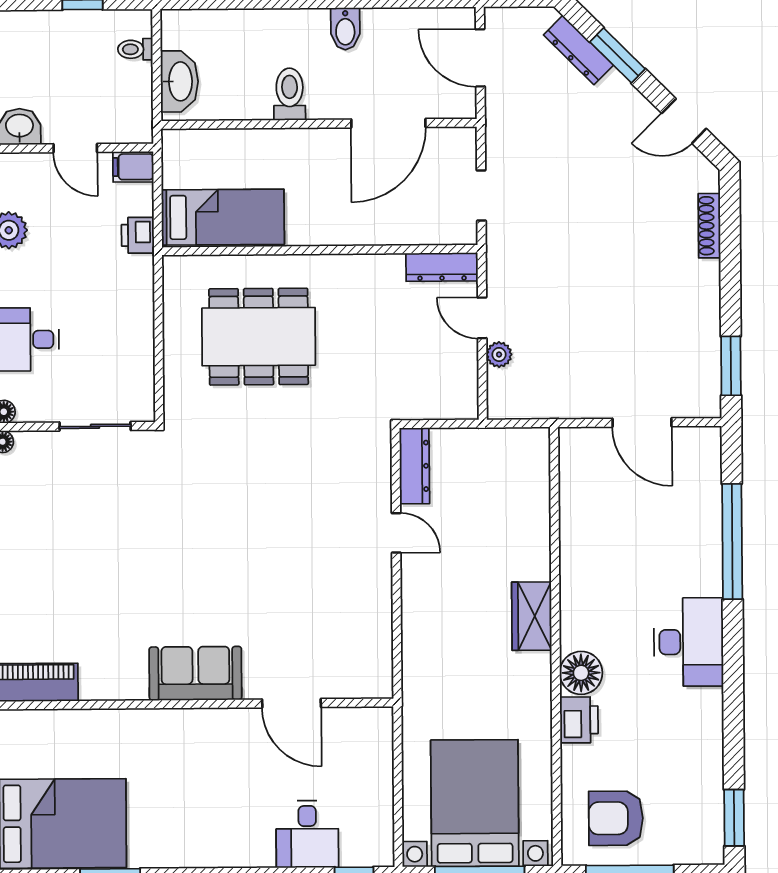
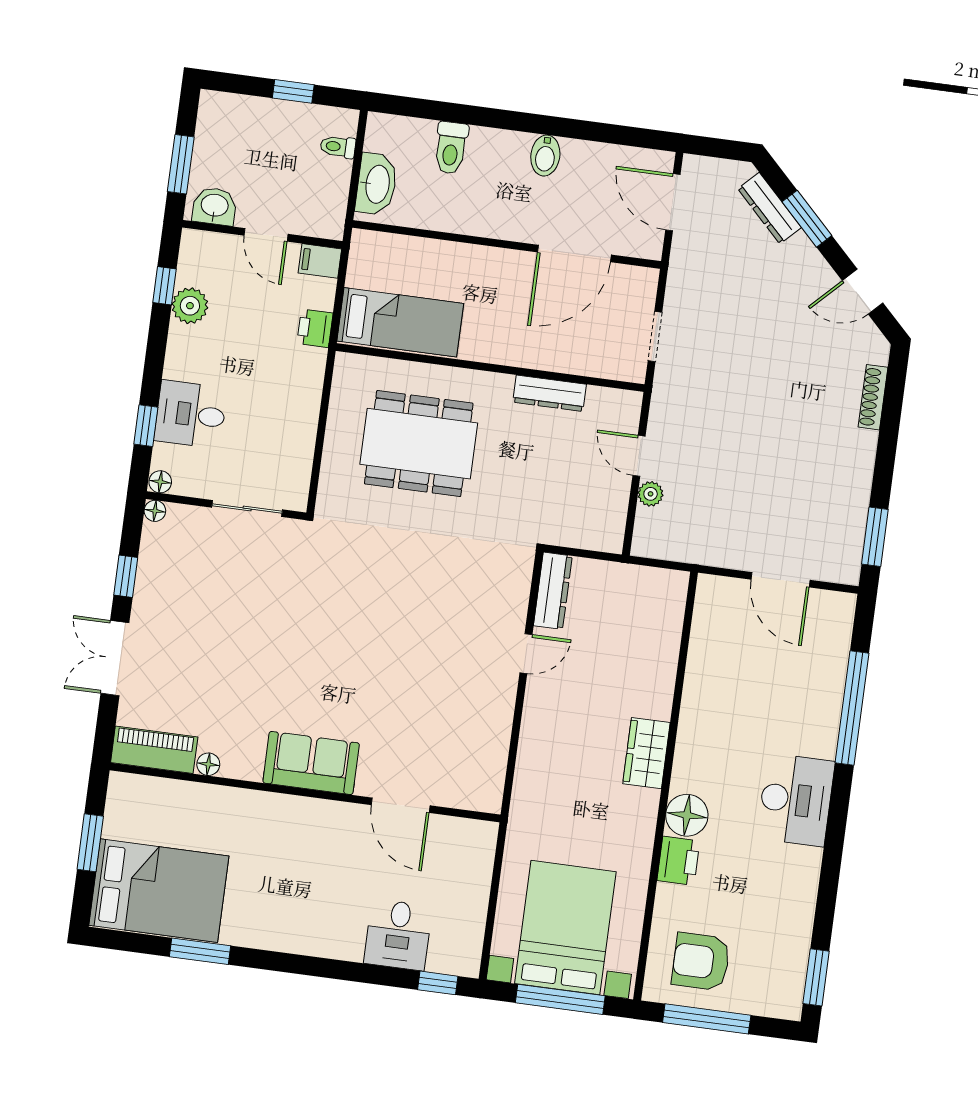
toilet: (290, 94) -> (451, 148), moved, turned 180
dresser: (442, 267) -> (550, 393), moved
door: (396, 533) -> (526, 654), hinge flipped
floor lamp: (92, 689) -> (208, 764), added

